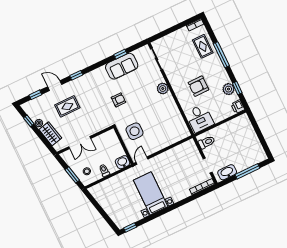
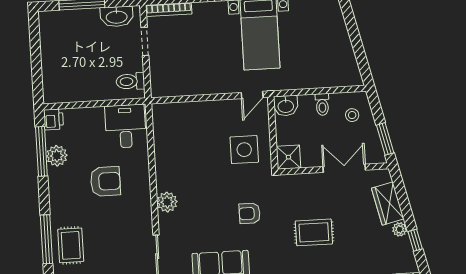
window: (221, 55) -> (46, 239), moved
window: (237, 88) -> (41, 151), width x2.17
rug: (67, 106) -> (314, 232), moved
shower: (110, 137) -> (288, 157), added
window: (72, 175) -> (385, 139), moved

